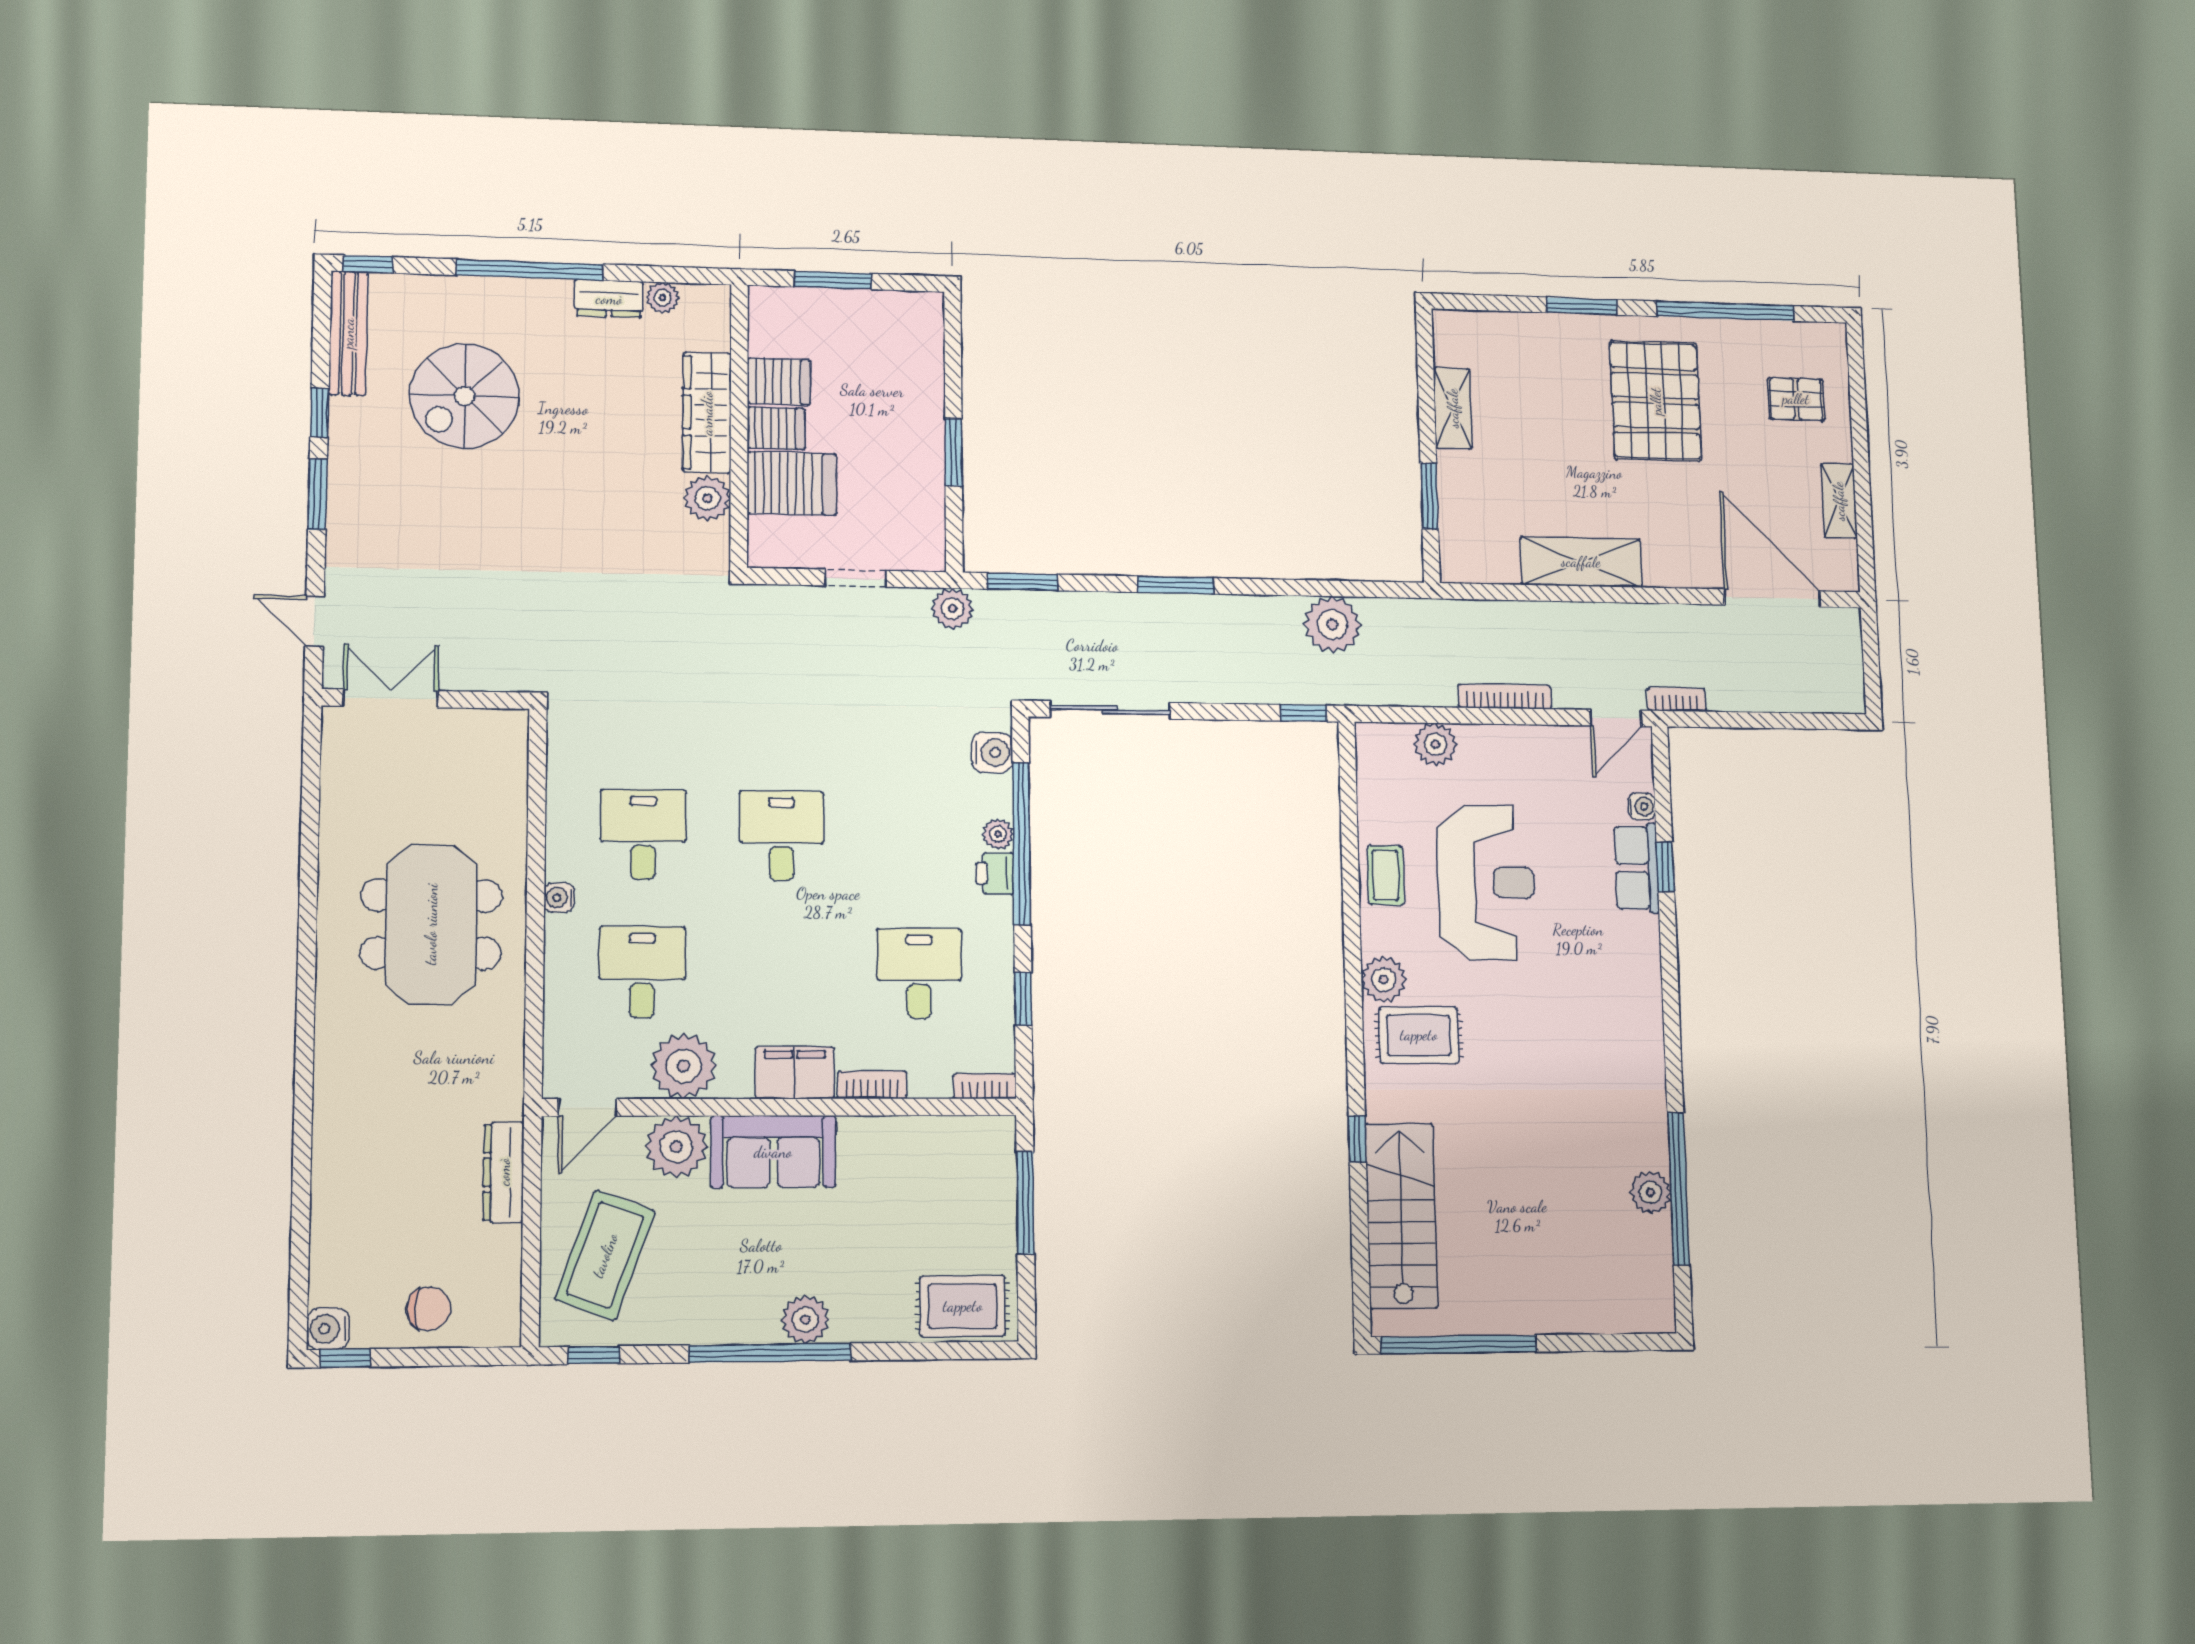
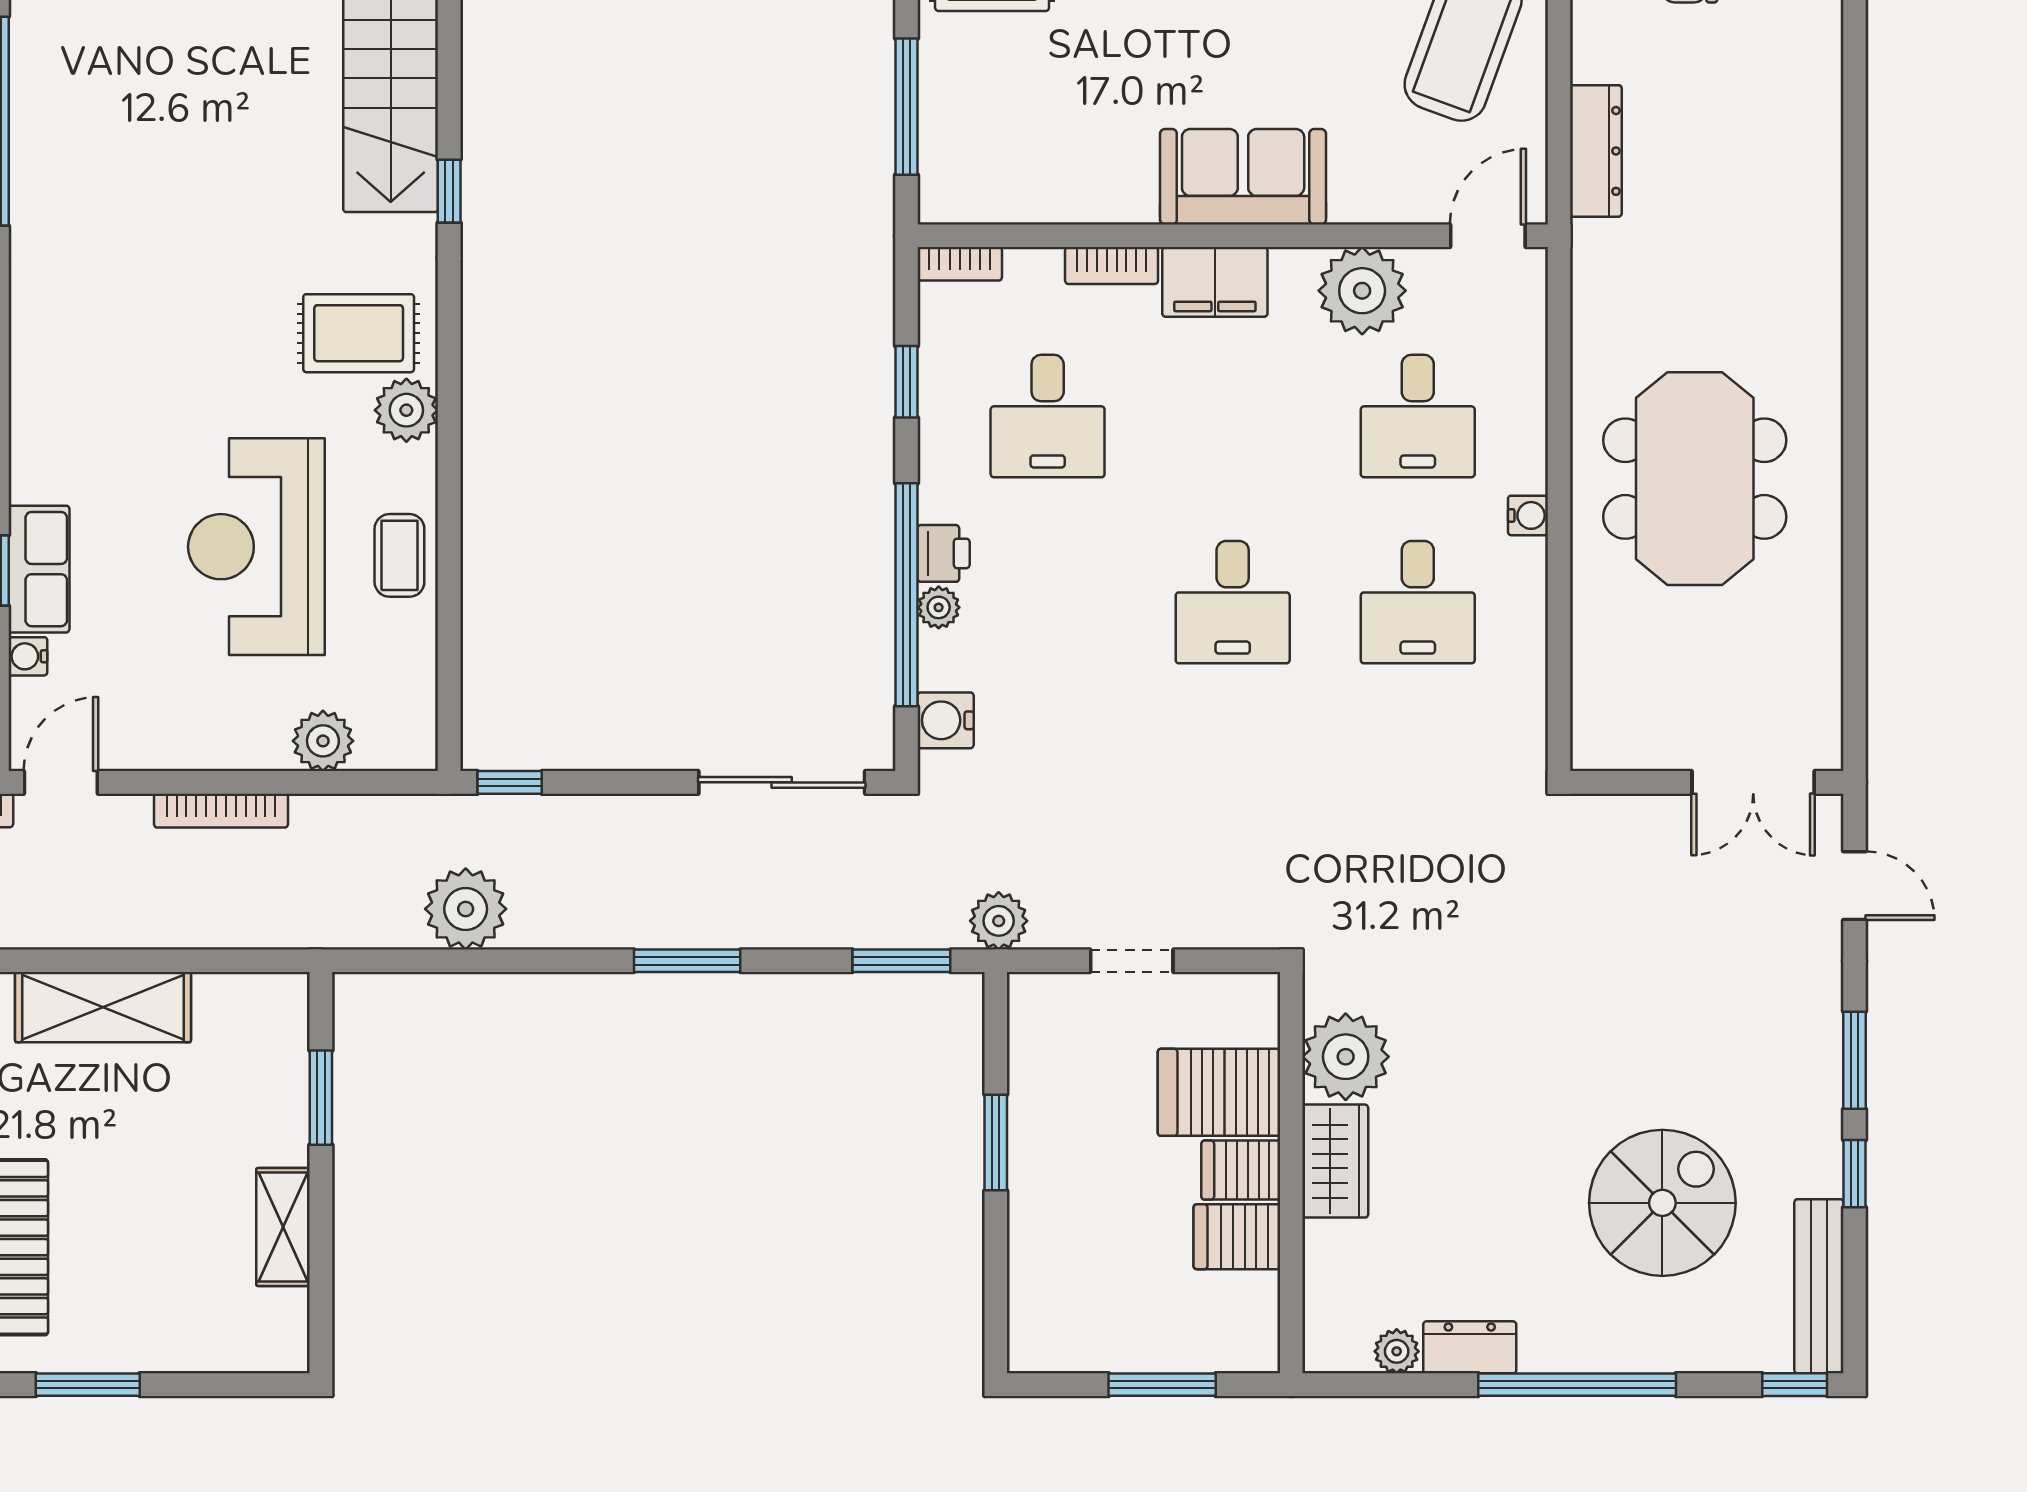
wardrobe: (707, 413) -> (1335, 1161), width x0.67
plant: (707, 498) -> (1346, 1057), width x1.36, depth x1.36
plant: (676, 1147) -> (1371, 184), removed
plant: (1650, 1192) -> (38, 116), removed

